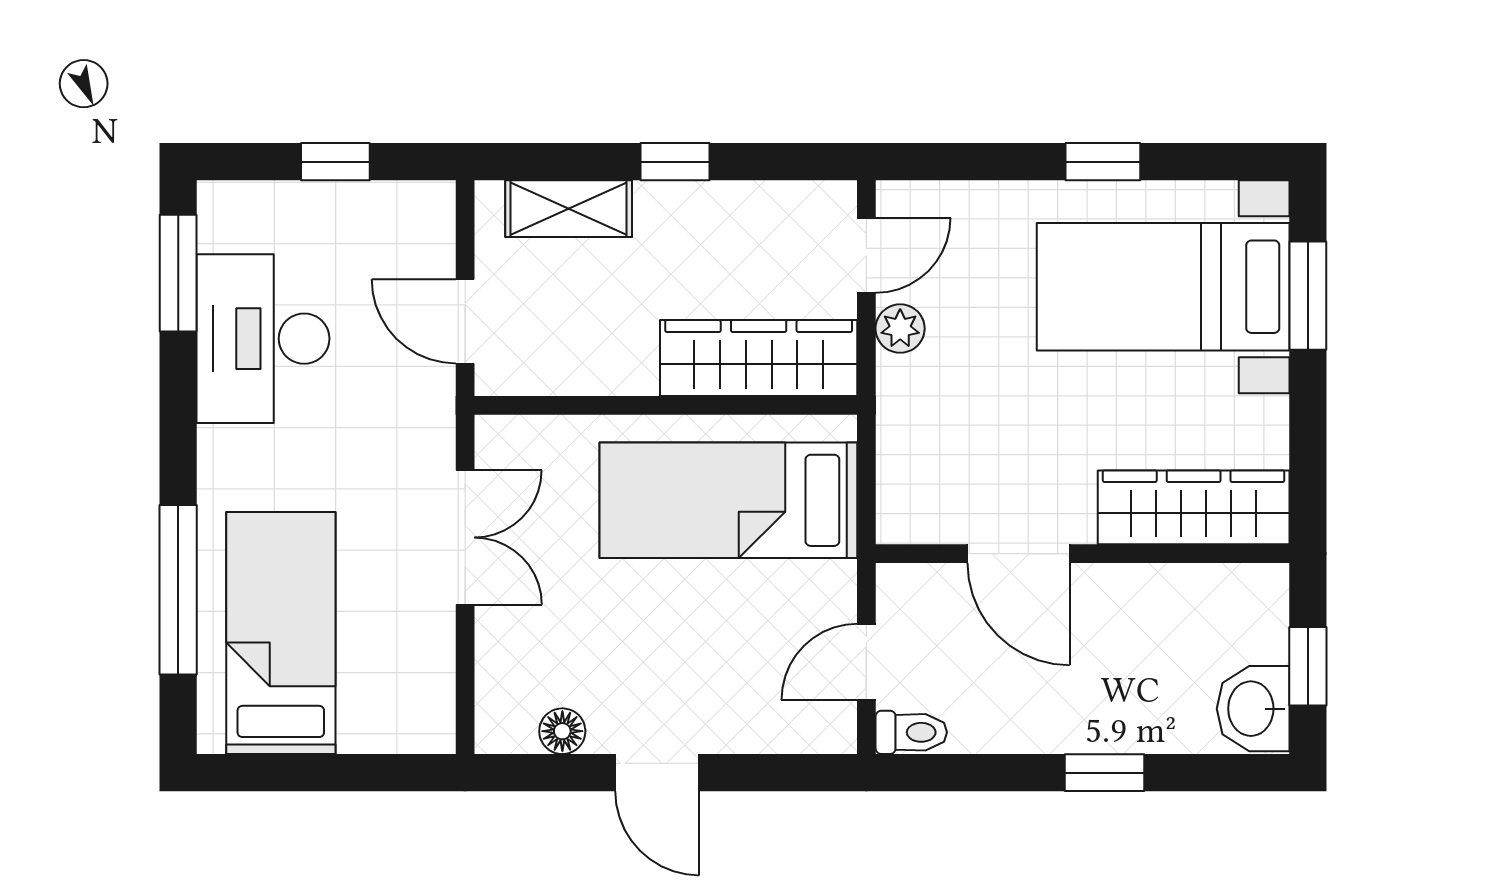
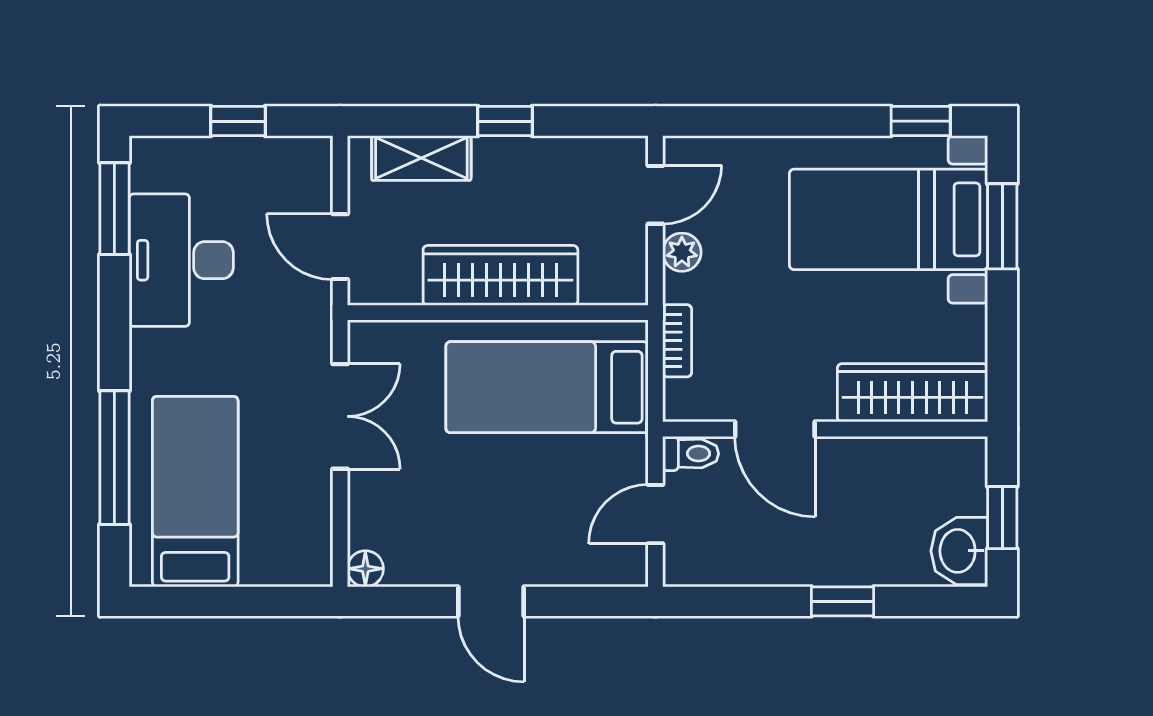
window: (1103, 162) -> (921, 121), moved
wardrobe: (759, 358) -> (500, 275), moved
bookcase: (894, 441) -> (677, 341), added
floor lamp: (562, 731) -> (365, 569), moved
toilet: (911, 732) -> (691, 454), moved

